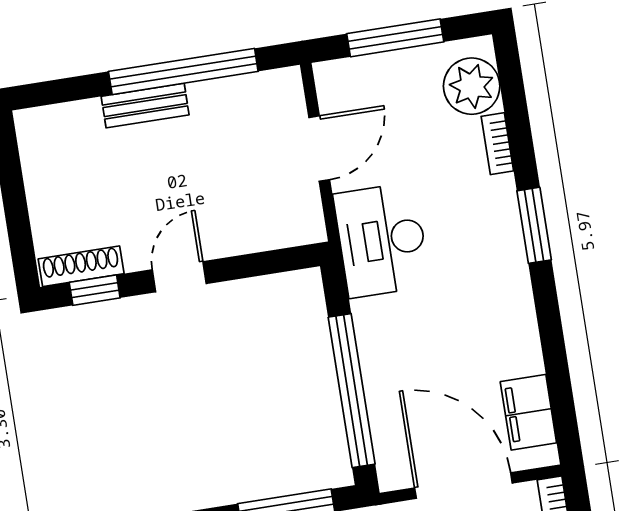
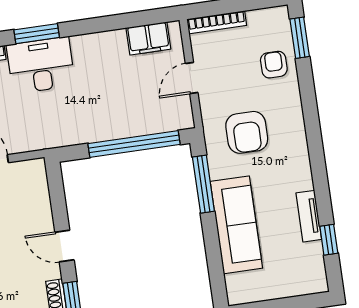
desk: (382, 240) -> (41, 65), moved, turned 180
door: (463, 486) -> (192, 78), width x0.53

